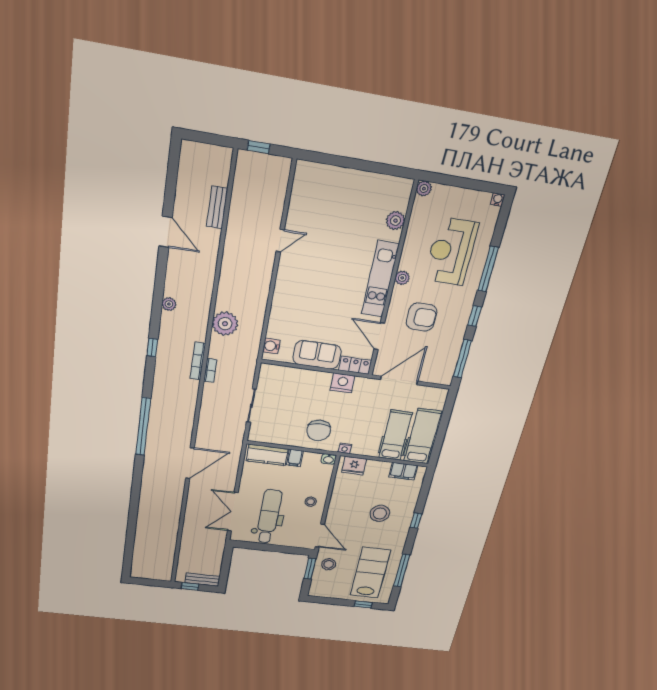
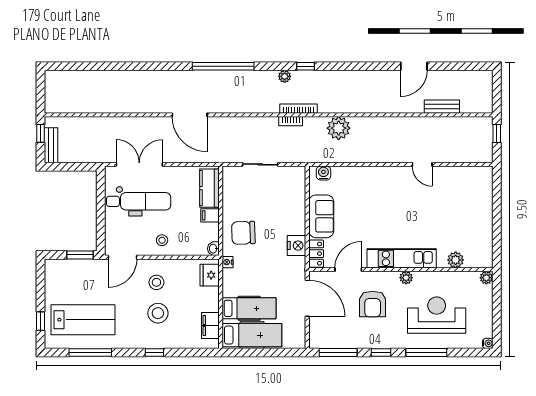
plant: (169, 304) -> (285, 76), moved
stool: (329, 564) -> (156, 282), moved

